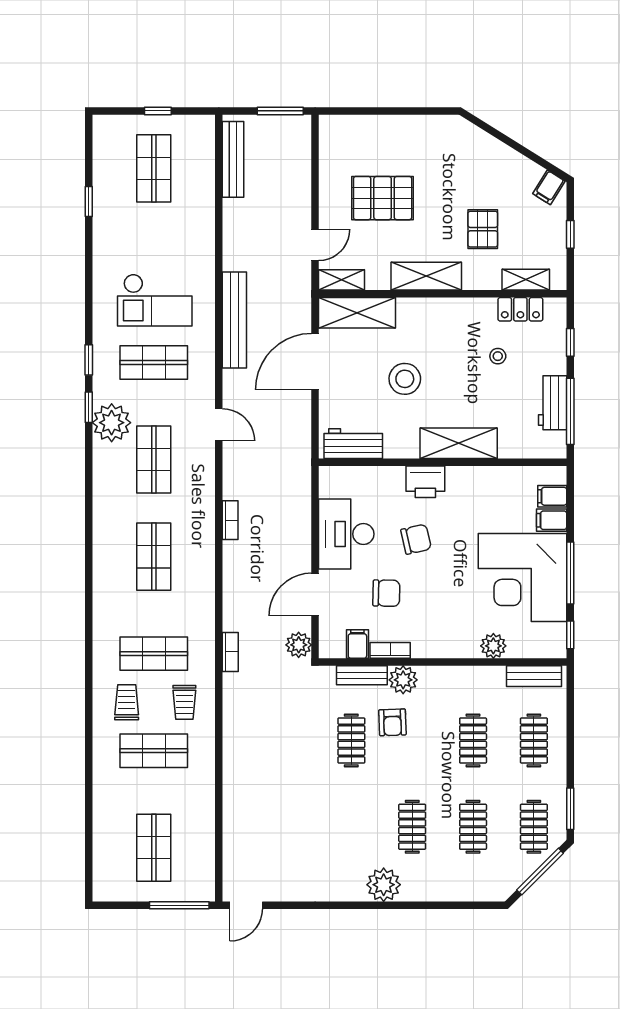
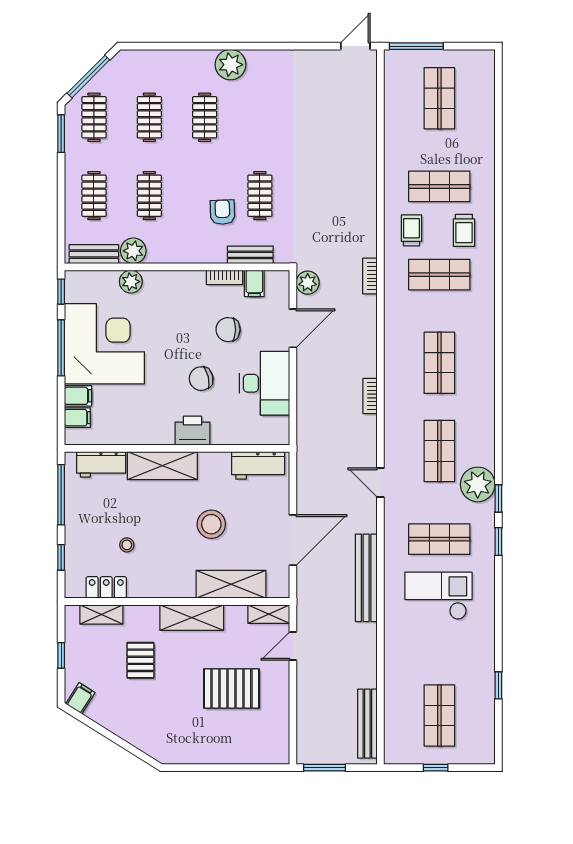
shelving: (357, 313) -> (231, 584), moved
workbench: (553, 403) -> (101, 464), moved, turned 90
plant: (403, 680) -> (133, 251), moved

